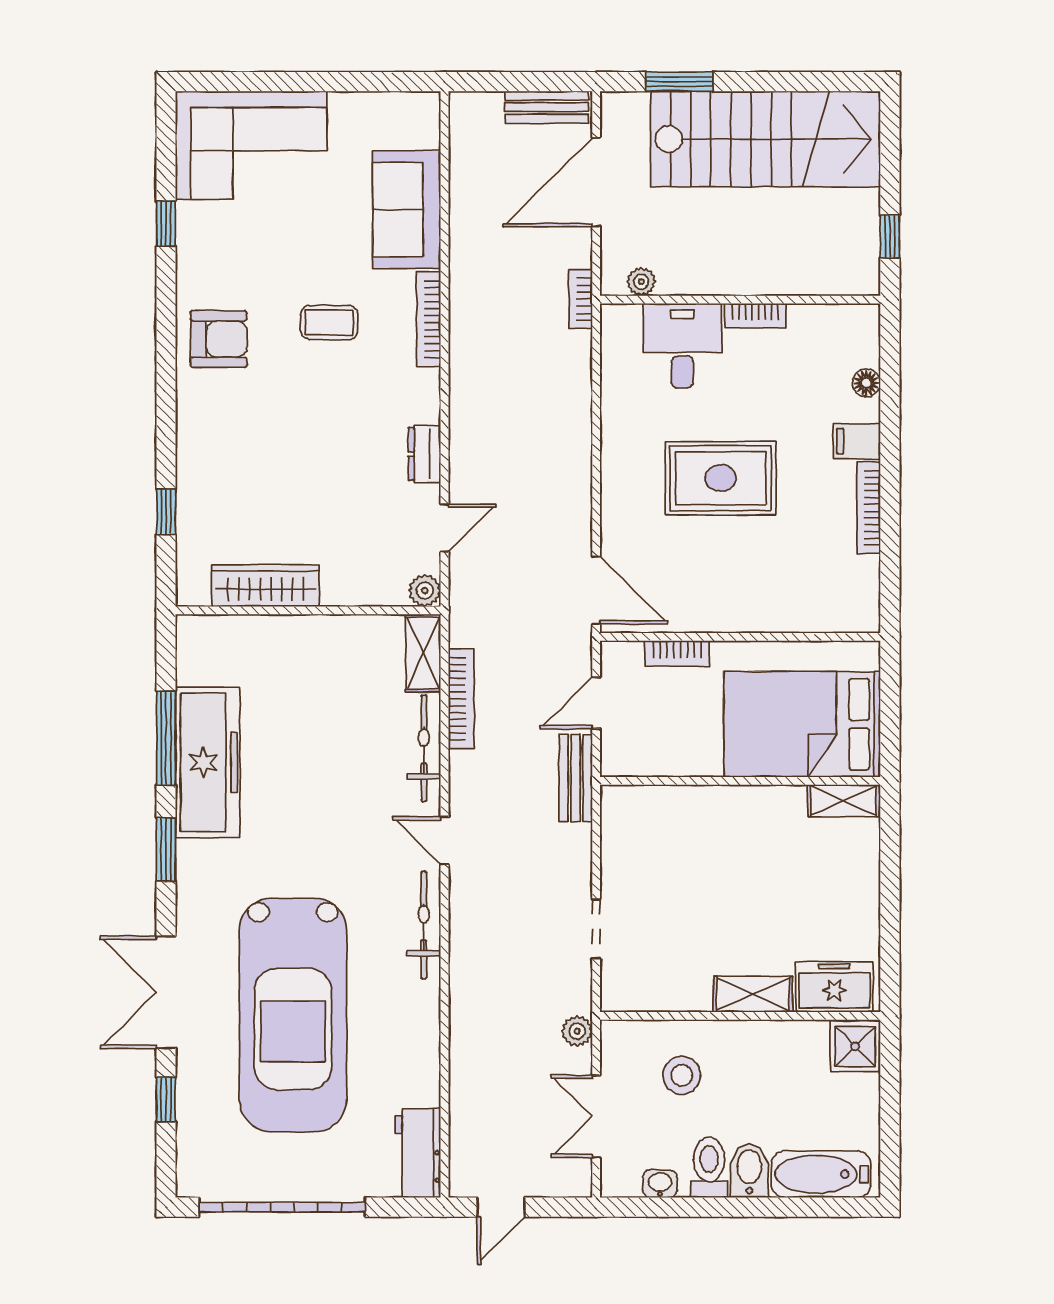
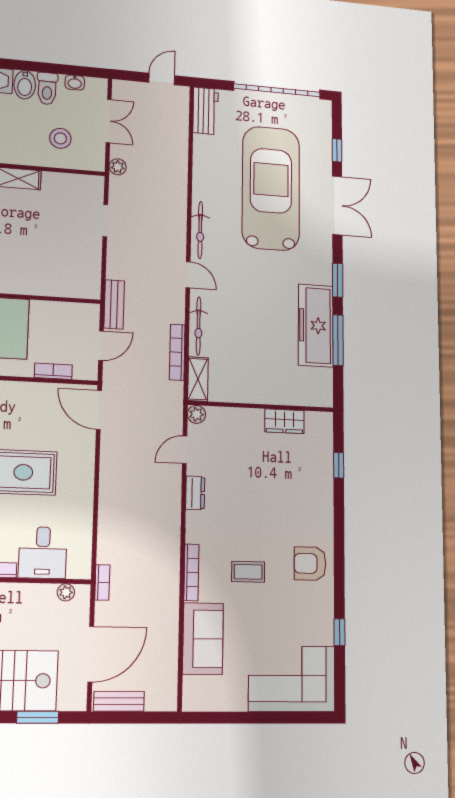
wardrobe: (266, 586) -> (284, 421), width x0.67

